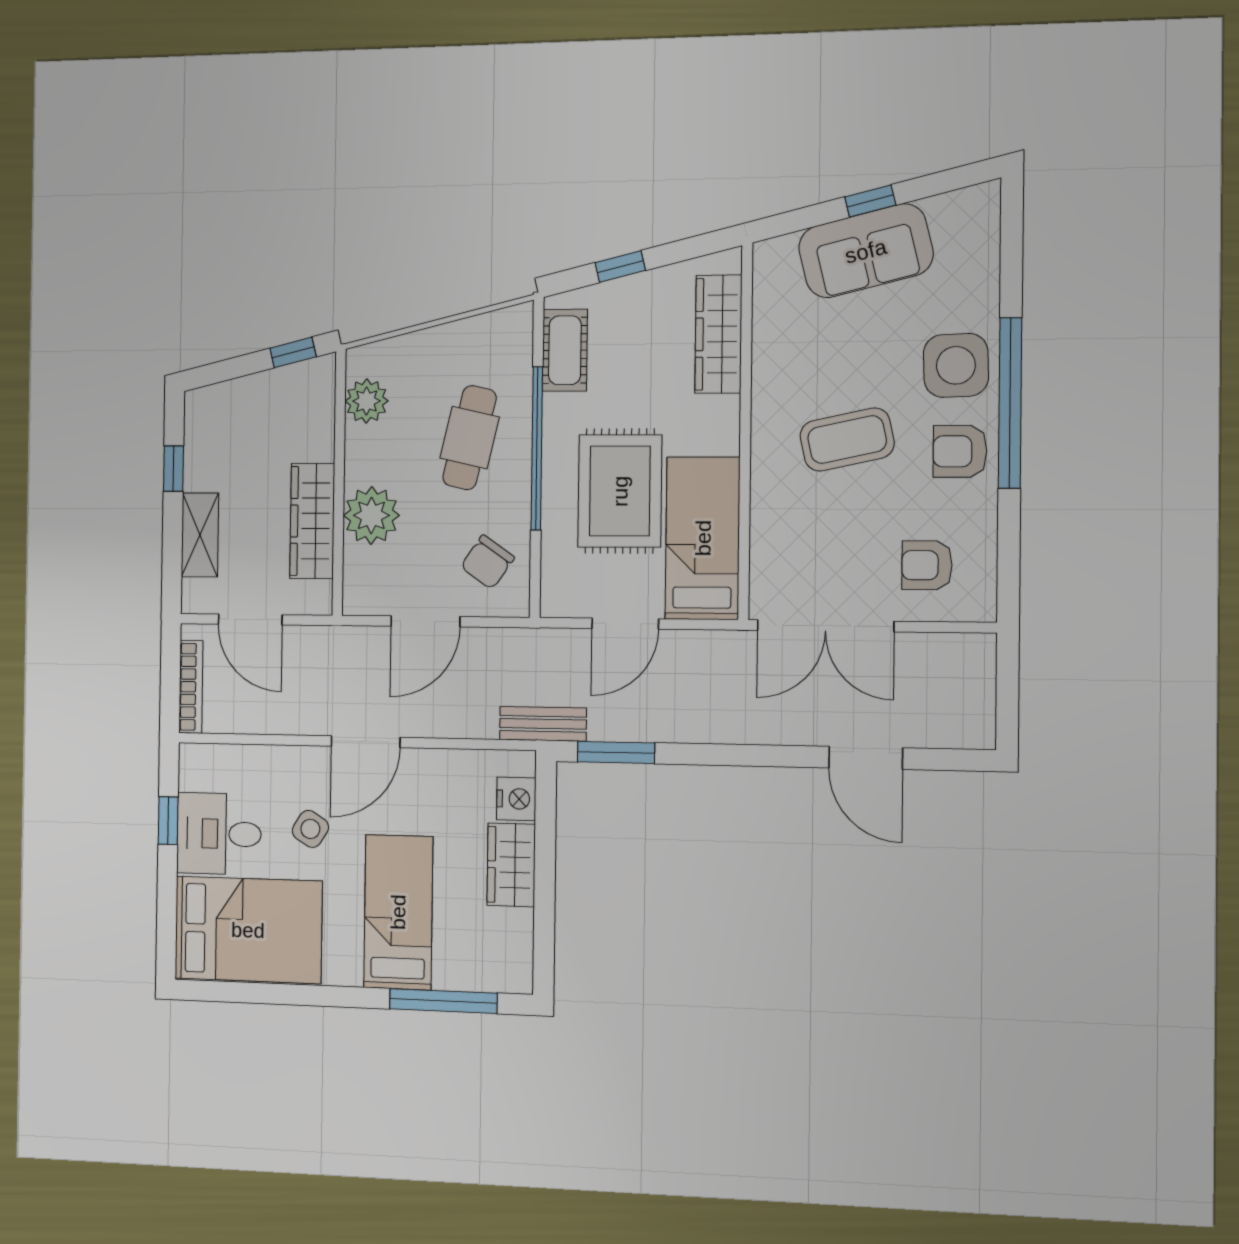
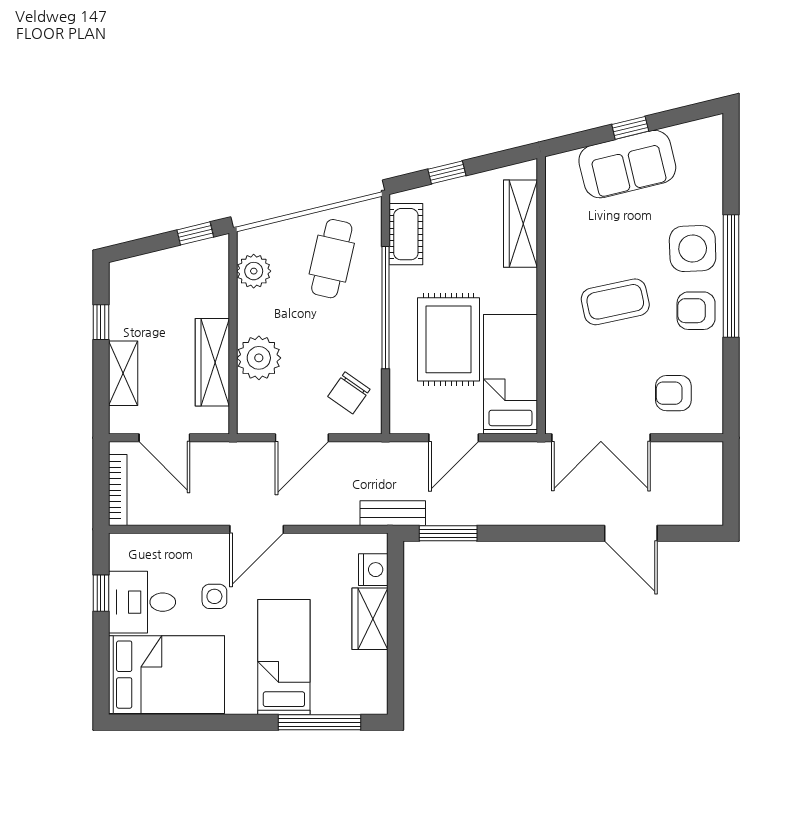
cafe table: (470, 438) -> (332, 259), moved
side table: (310, 829) -> (214, 596), turned -32

